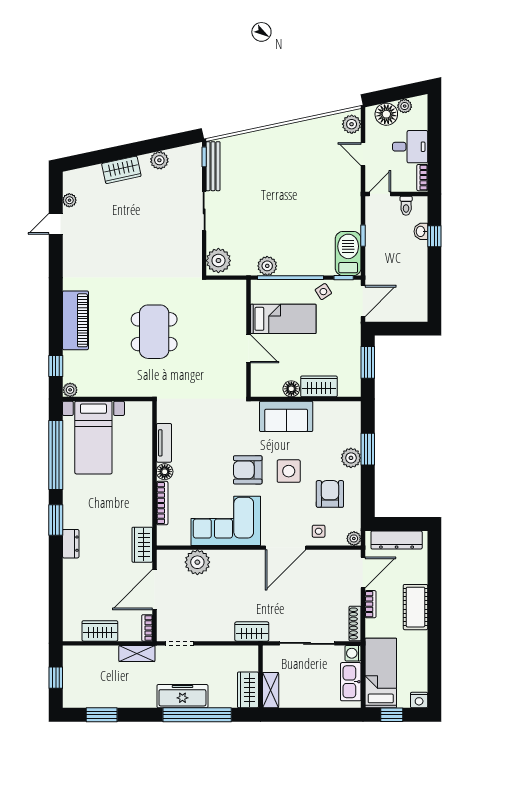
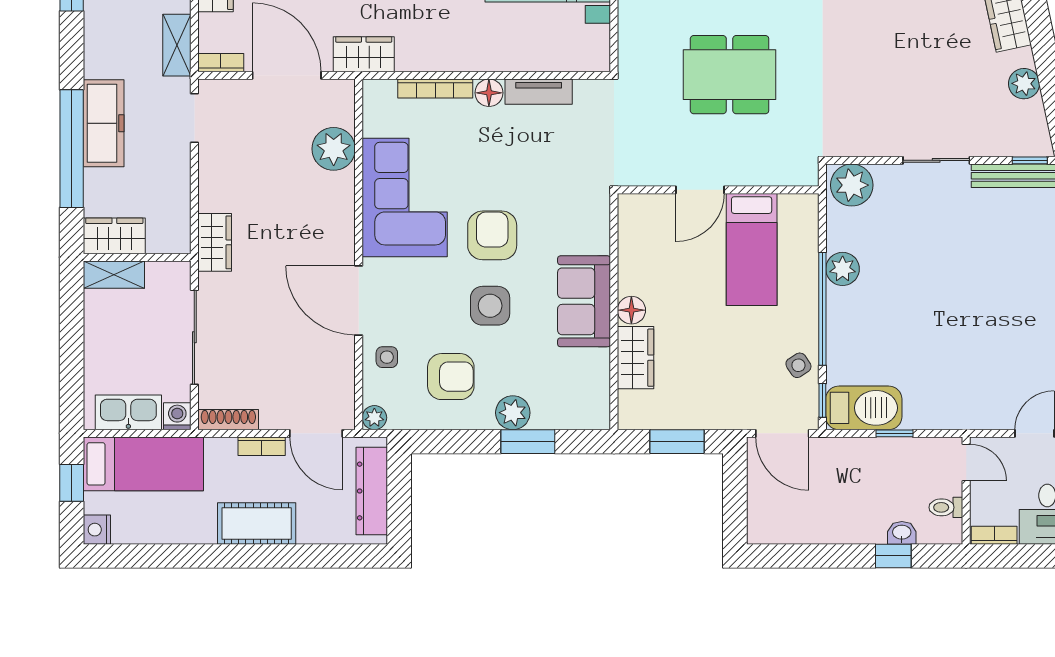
bed: (283, 319) -> (752, 249), moved
wall: (249, 338) -> (718, 190), moved
door: (249, 349) -> (700, 190), moved

